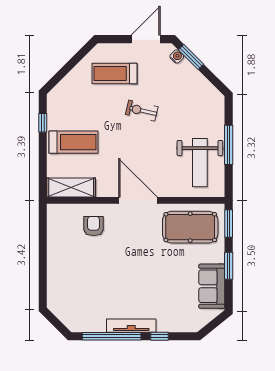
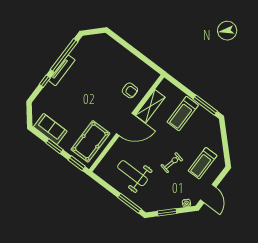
window: (191, 57) -> (167, 212), moved
treadmill: (115, 73) -> (203, 163), turned 180
window: (43, 123) -> (205, 105), width x2.17
window: (229, 145) -> (130, 203), moved
weight bench: (200, 163) -> (133, 173), moved
shelving: (71, 187) -> (150, 106), moved

